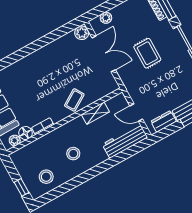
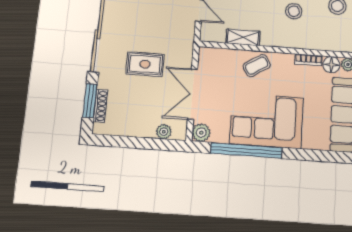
window: (46, 40) -> (246, 150), added
rug: (147, 53) -> (145, 64), turned 90
corner sofa: (45, 68) -> (267, 121), added

